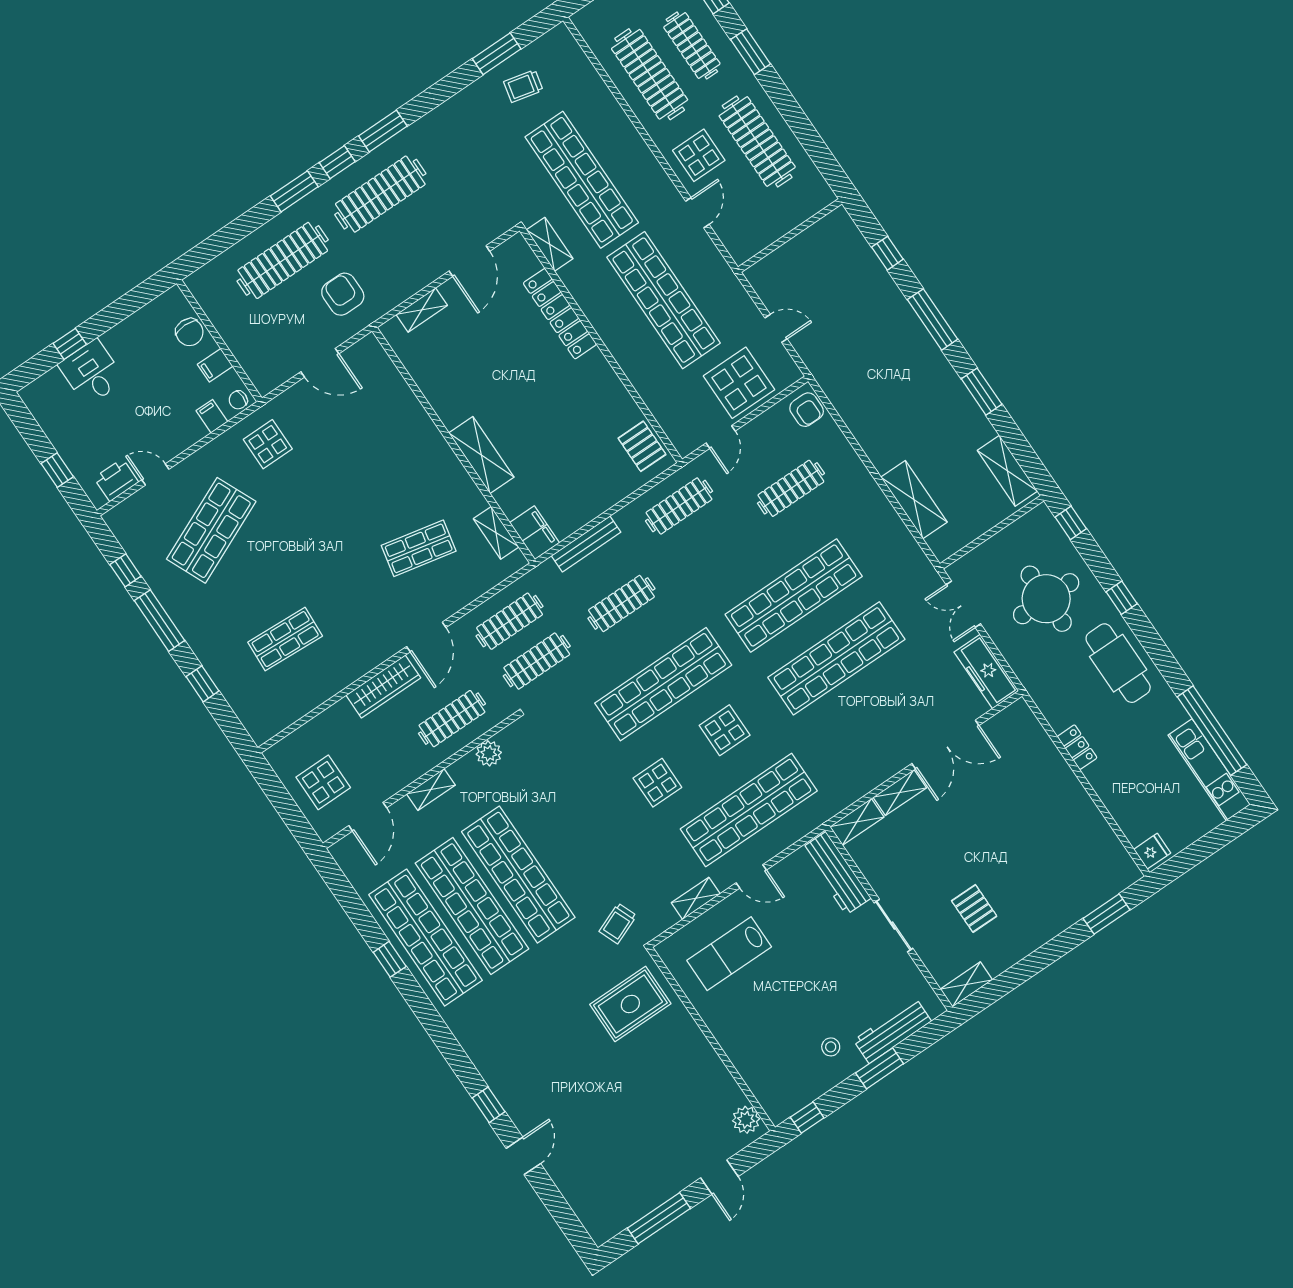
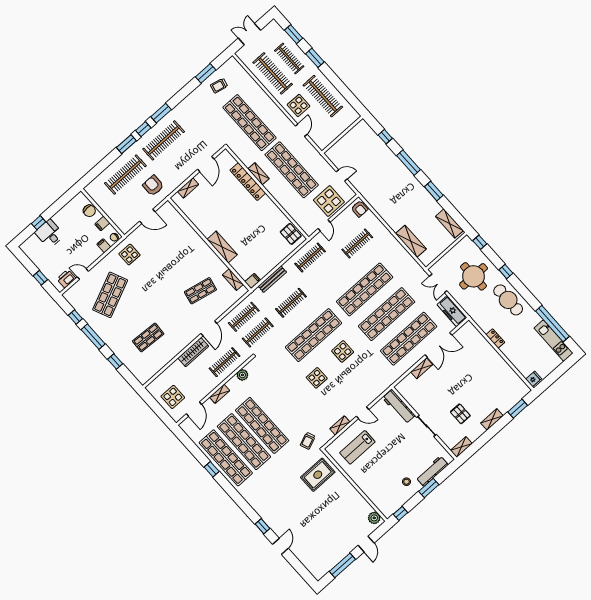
shelving: (550, 244) -> (259, 174), moved
filing cabinet: (535, 533) -> (253, 281), width x0.50
shop shelf: (749, 810) -> (409, 339), moved
shelving: (857, 822) -> (492, 419), moved

